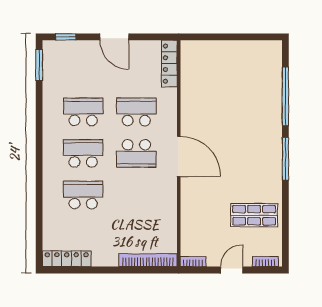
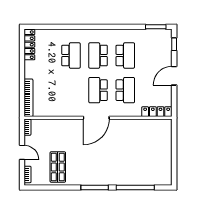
school desk: (83, 153) -> (98, 55), turned 180

